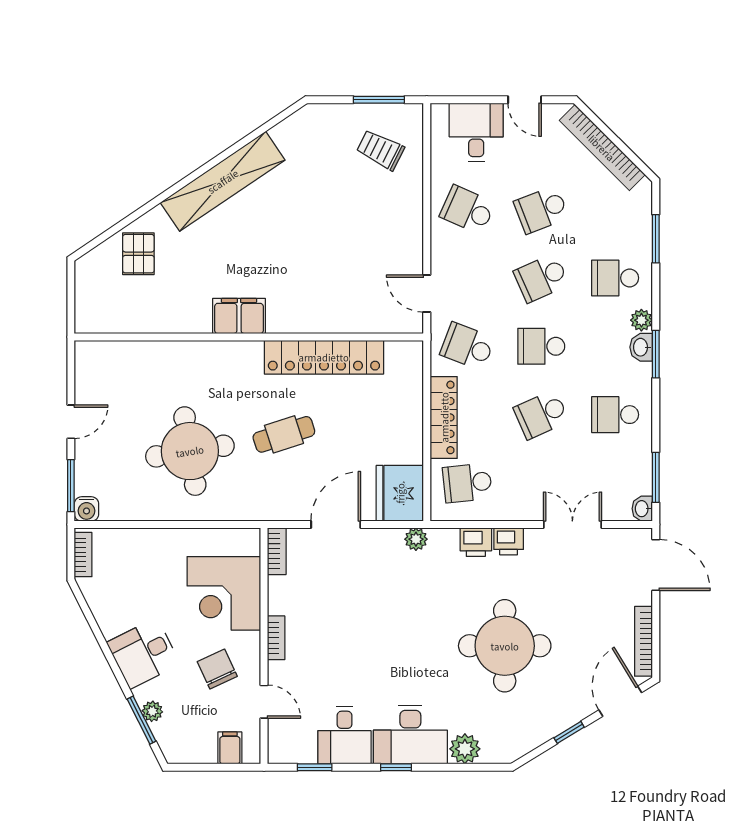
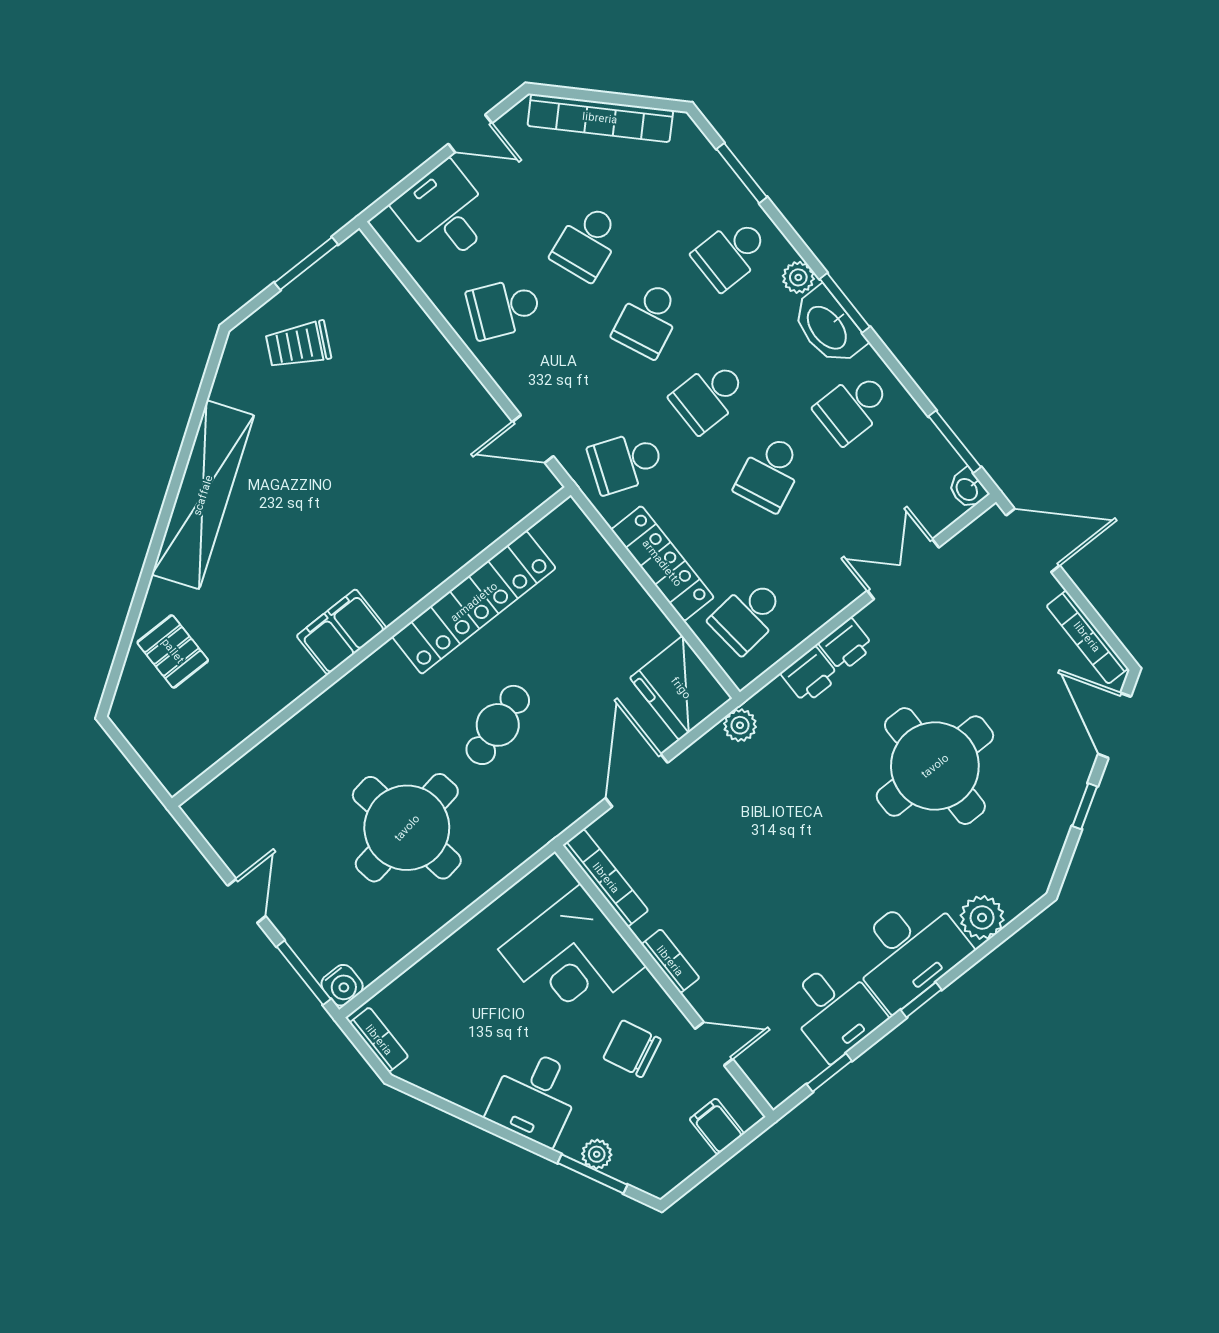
trolley: (380, 150) -> (298, 345), moved
washbasin: (641, 347) -> (828, 327), width x1.91, depth x1.45
bookcase: (277, 551) -> (606, 878), width x1.56

